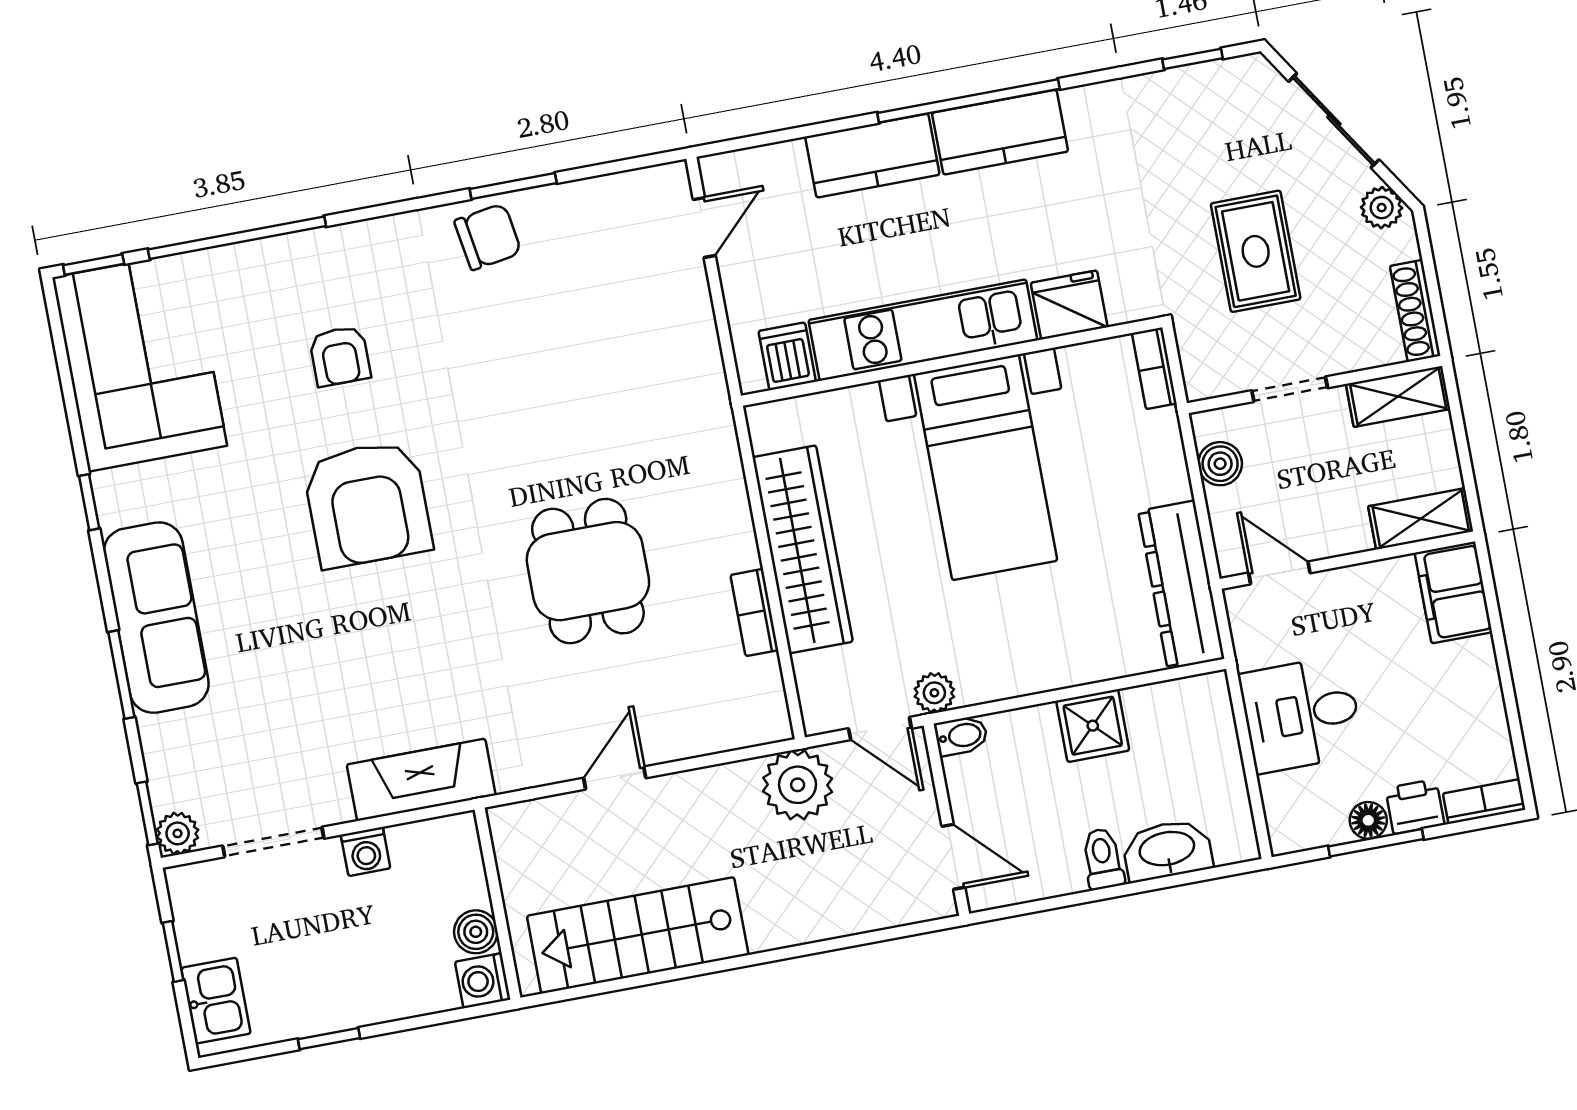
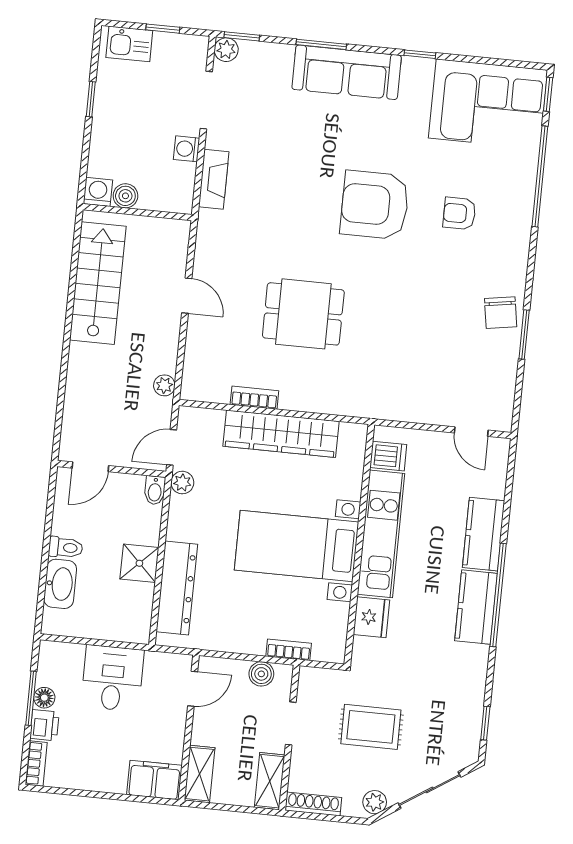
bookcase: (1154, 368) -> (289, 650), moved
dresser: (1181, 585) -> (177, 588), moved, turned 90
fireplace: (421, 780) -> (214, 179), width x0.73, depth x0.76
plant: (798, 785) -> (164, 385), width x0.53, depth x0.53

